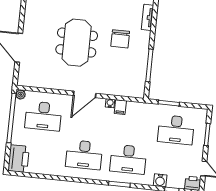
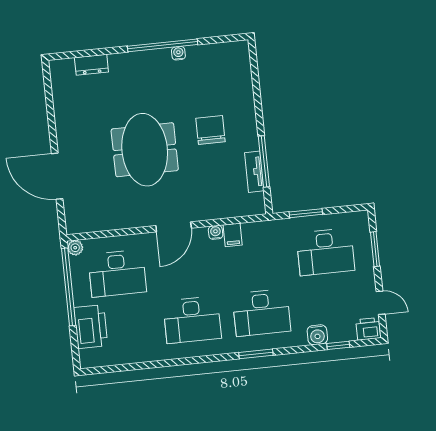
tv unit: (148, 17) -> (254, 172), moved
chair: (120, 39) -> (211, 130), turned 180
printer: (19, 159) -> (91, 327), moved

